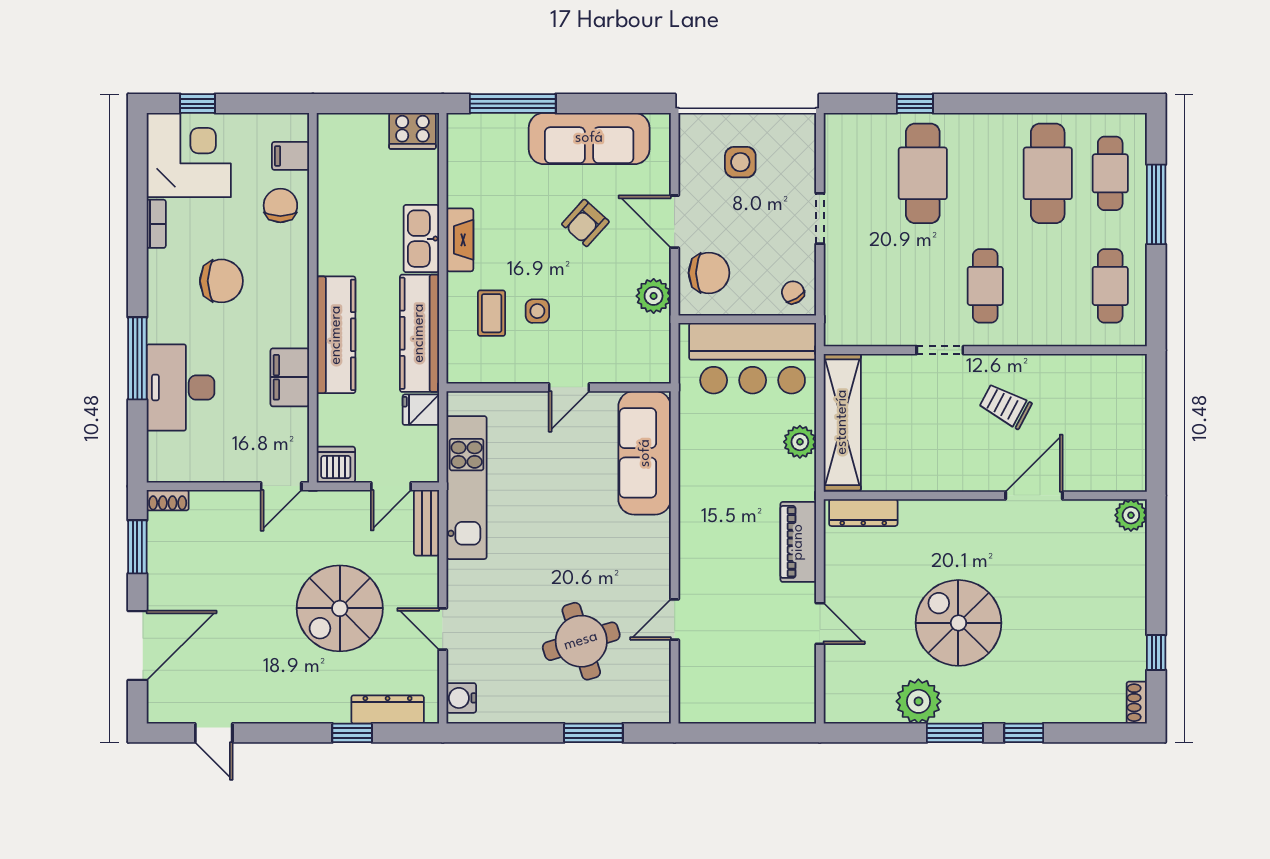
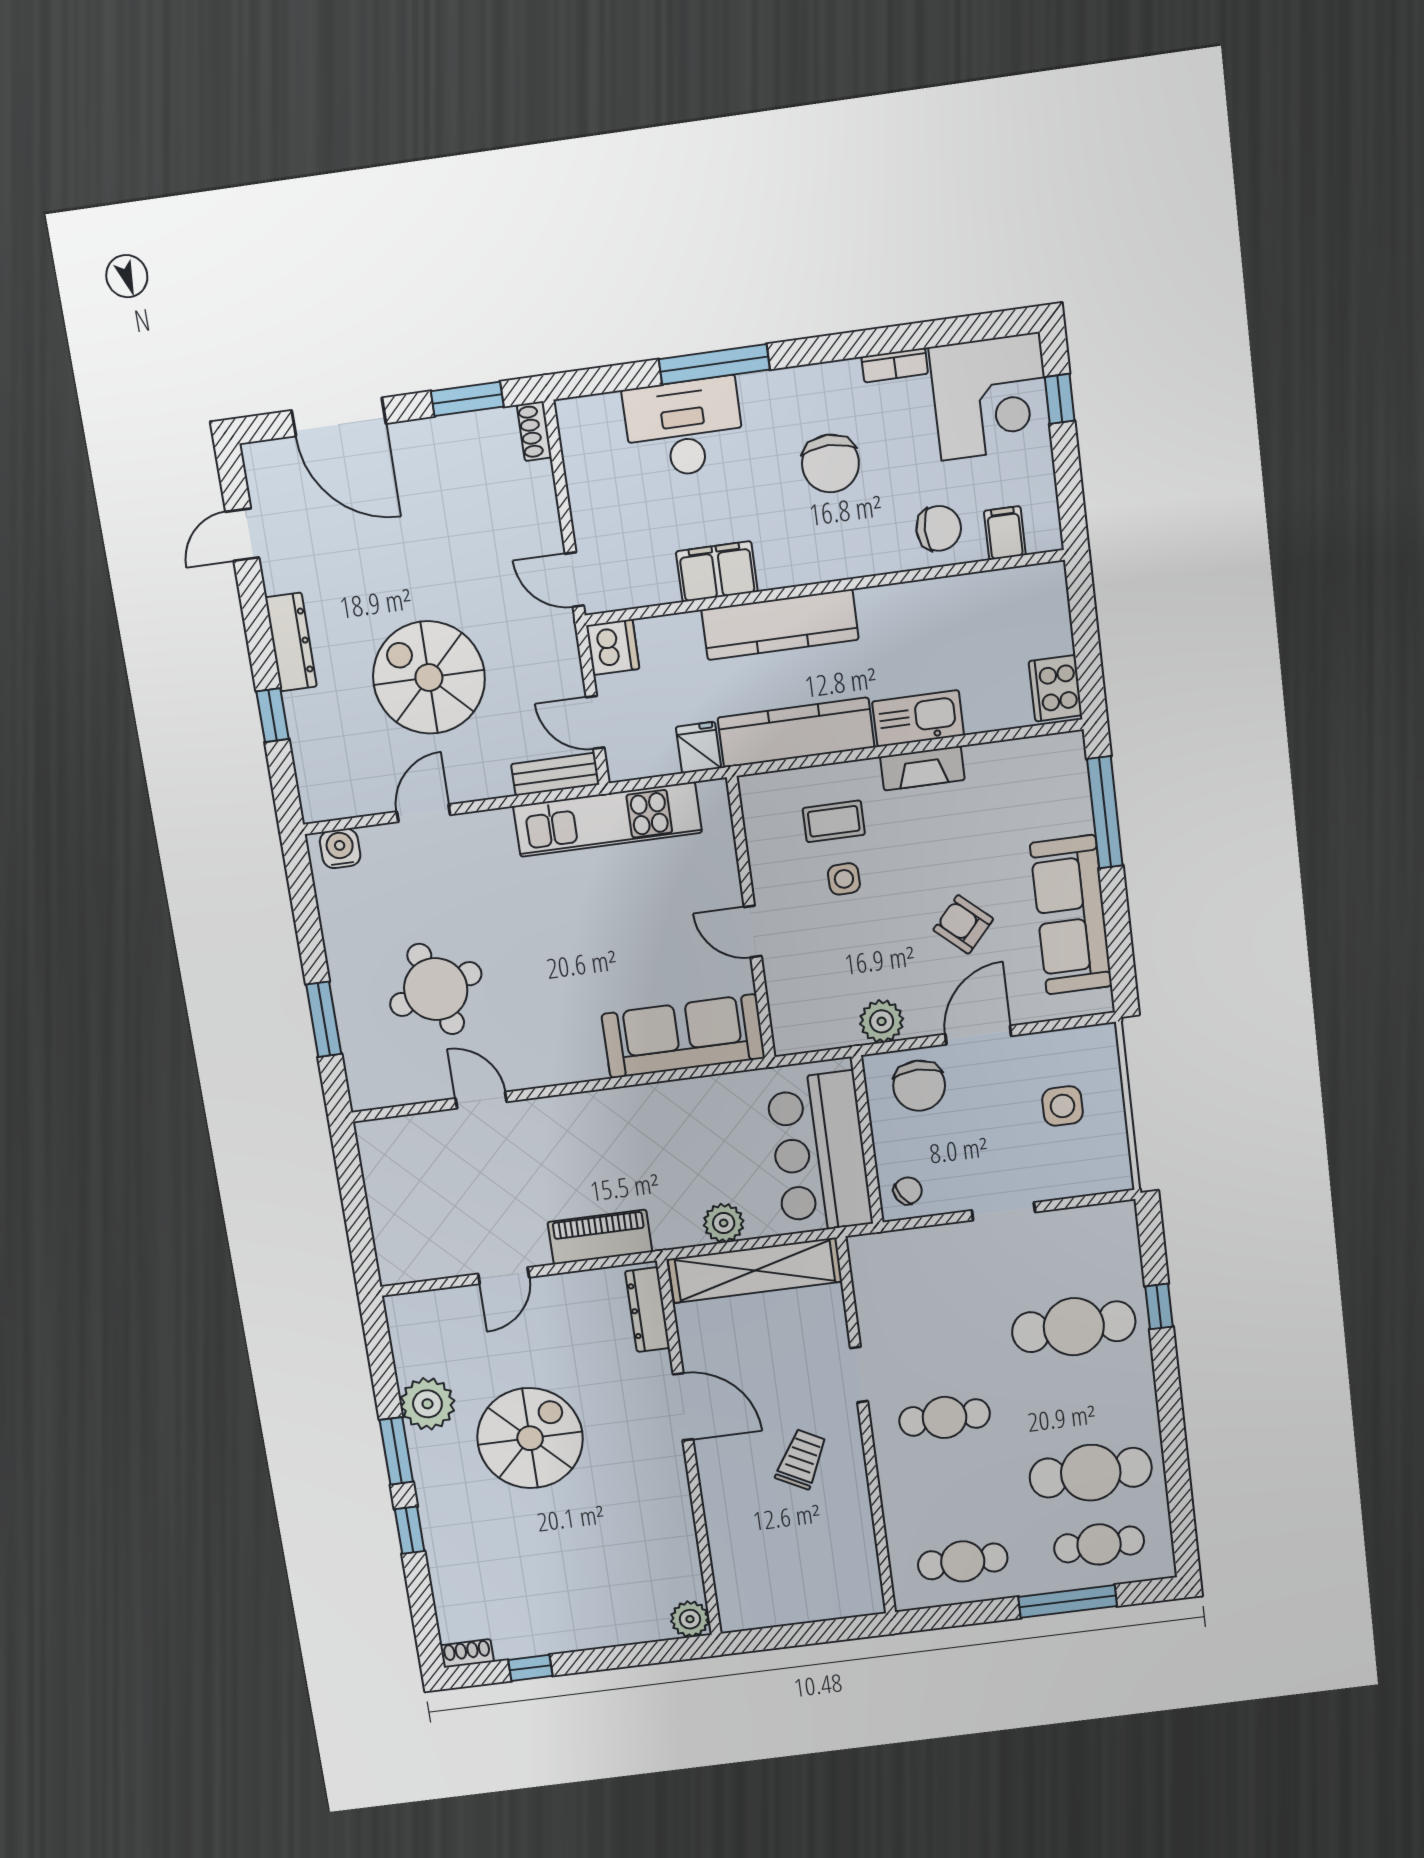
door: (1034, 495) -> (683, 1407), moved
dresser: (388, 709) -> (291, 642), moved

